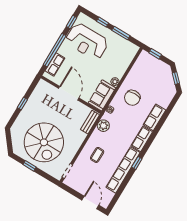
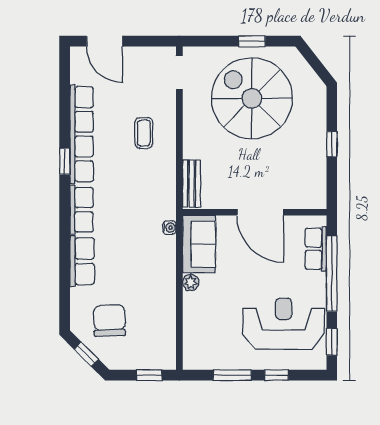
chair: (132, 98) -> (109, 320), moved
plant: (103, 126) -> (164, 192), removed

